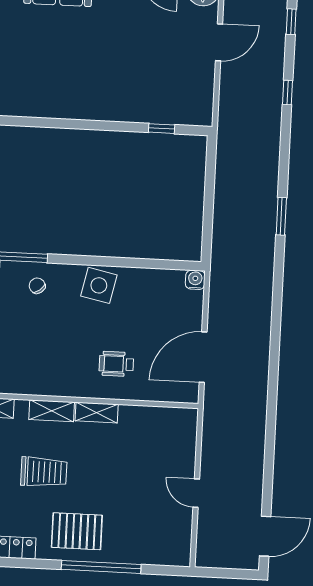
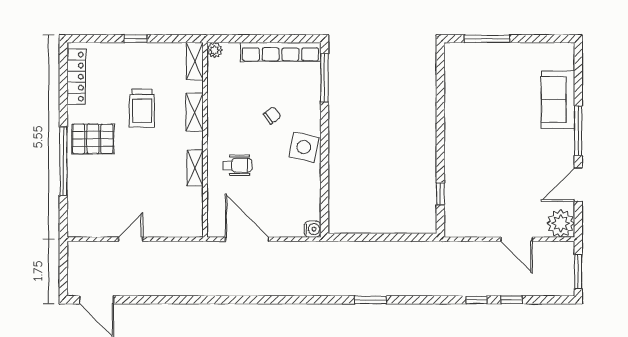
window: (291, 22) -> (511, 300), moved
chair: (37, 286) -> (272, 115), moved
wheelchair: (116, 364) -> (237, 165), turned 90
shelving: (97, 413) -> (195, 168), moved
pallet: (77, 531) -> (93, 139), turned 90

